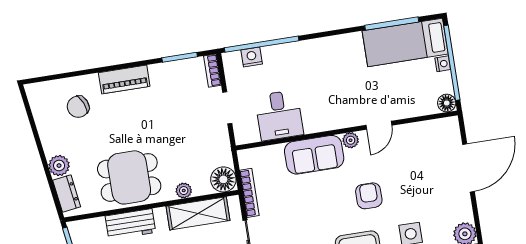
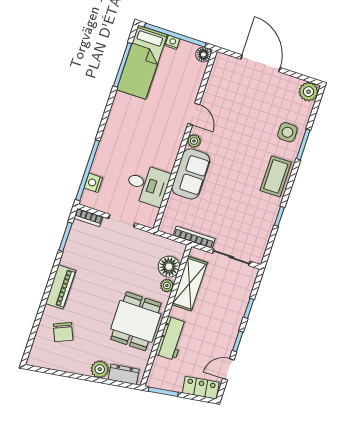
floor lamp: (223, 179) -> (169, 267), moved
armchair: (369, 196) -> (243, 149), removed

